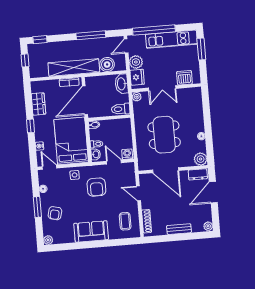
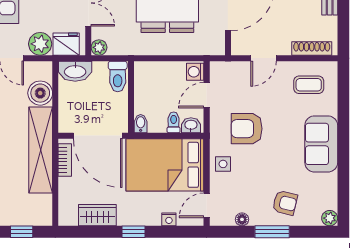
armchair: (96, 187) -> (247, 129), turned 180

